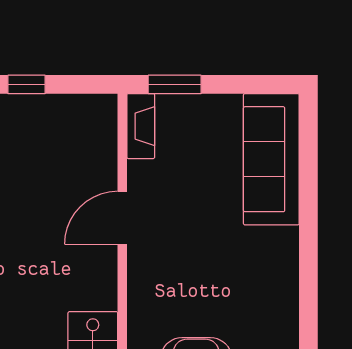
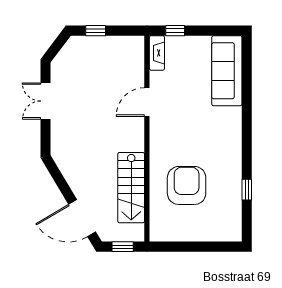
window: (175, 84) -> (175, 31), width x0.67

